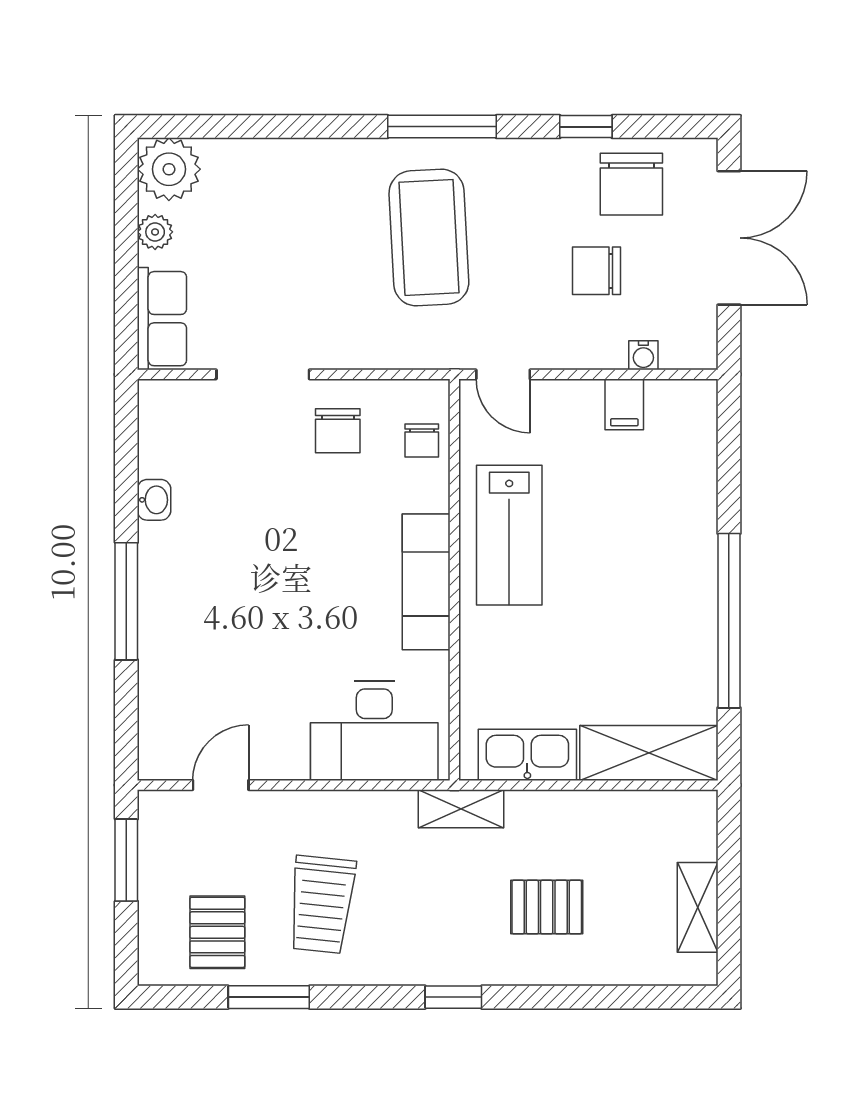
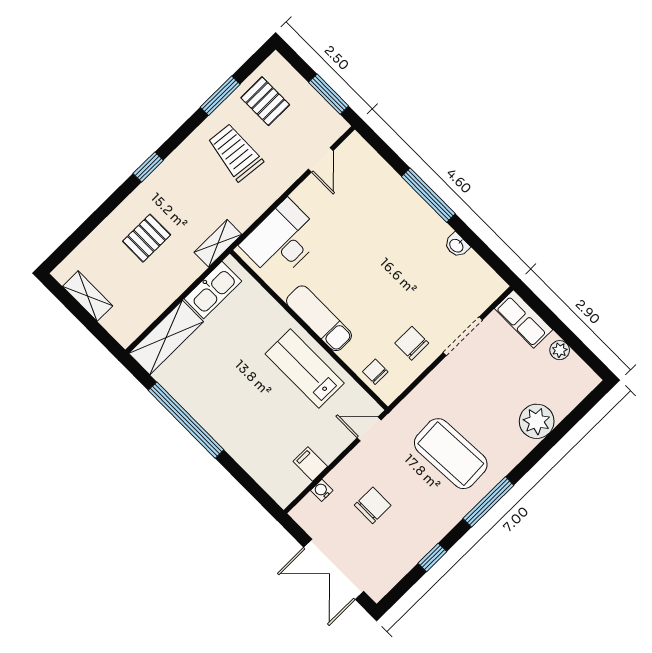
plant: (169, 169) -> (537, 421), moved
chair: (631, 184) -> (392, 553), removed

